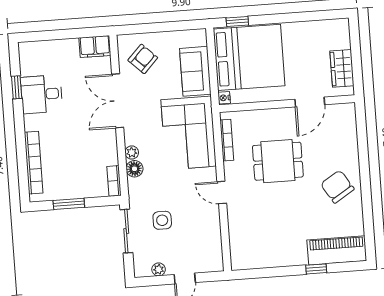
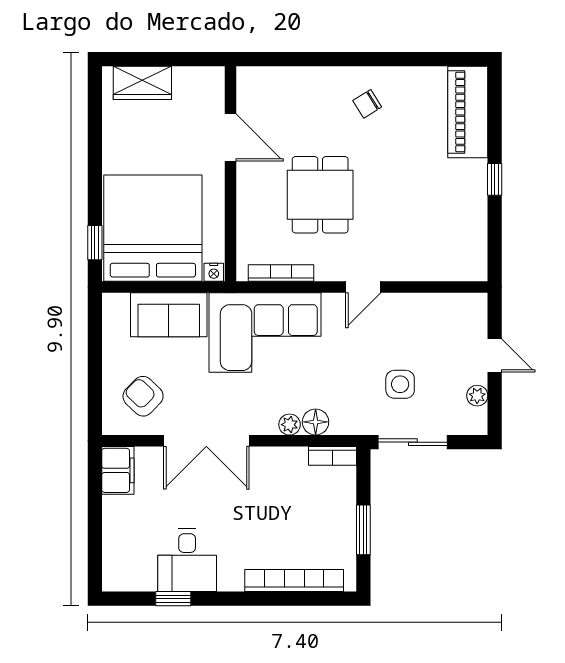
wardrobe: (342, 68) -> (142, 83), moved
chair: (337, 187) -> (367, 104), width x0.54, depth x0.54
window: (316, 269) -> (495, 179), moved

